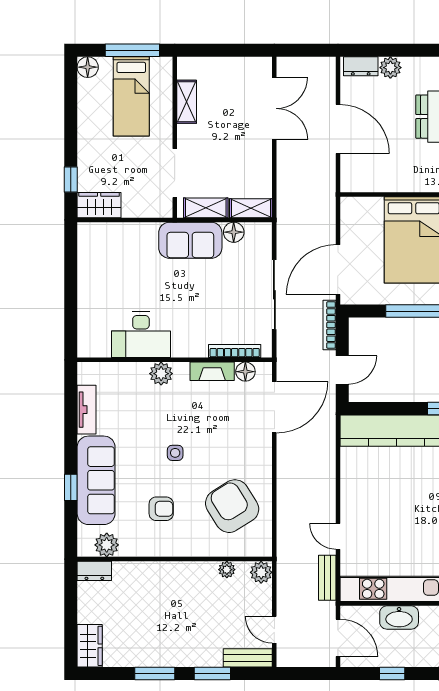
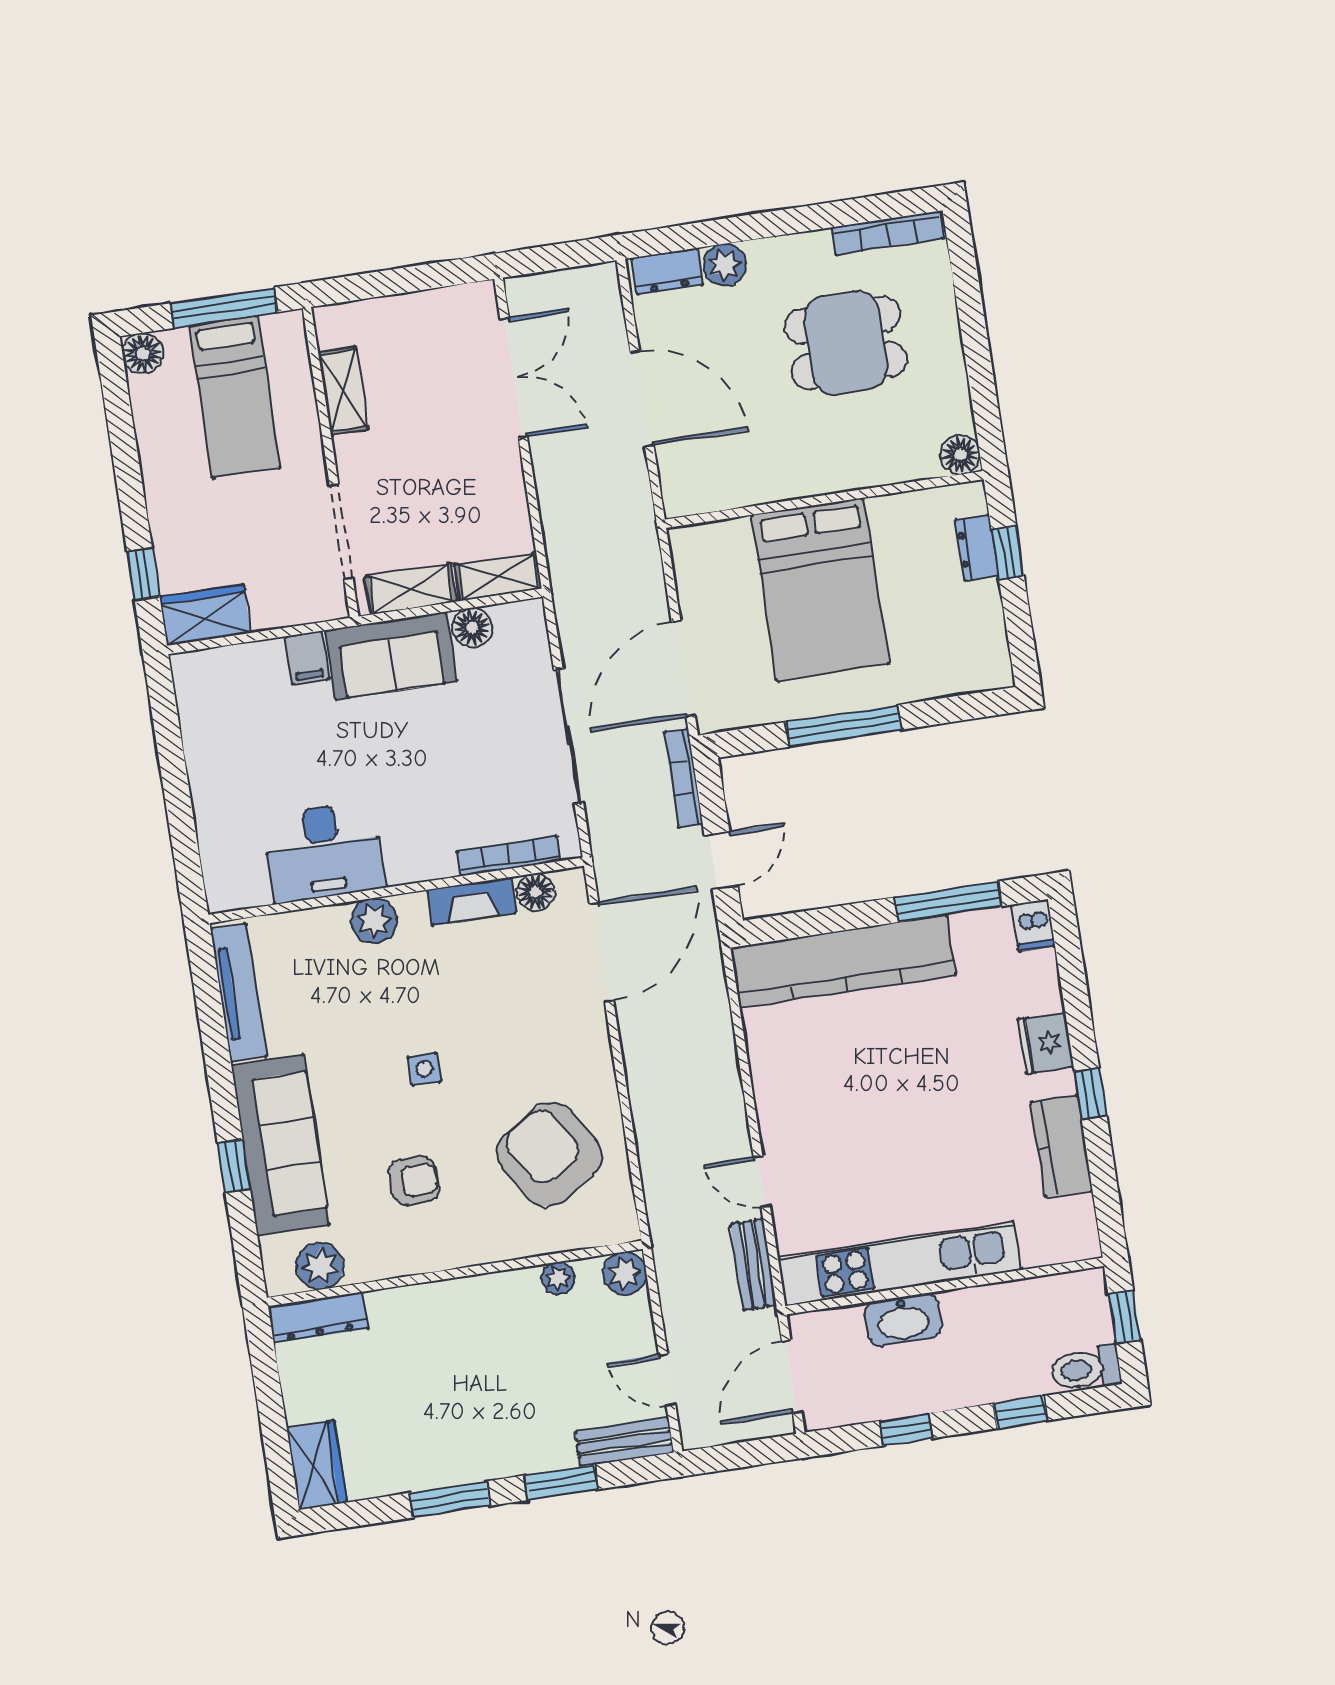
filing cabinet: (148, 235) -> (307, 658), added
tv unit: (87, 410) -> (238, 993), width x1.41
dresser: (94, 571) -> (318, 1317), width x1.44
door: (338, 638) -> (792, 1377), swing flipped

